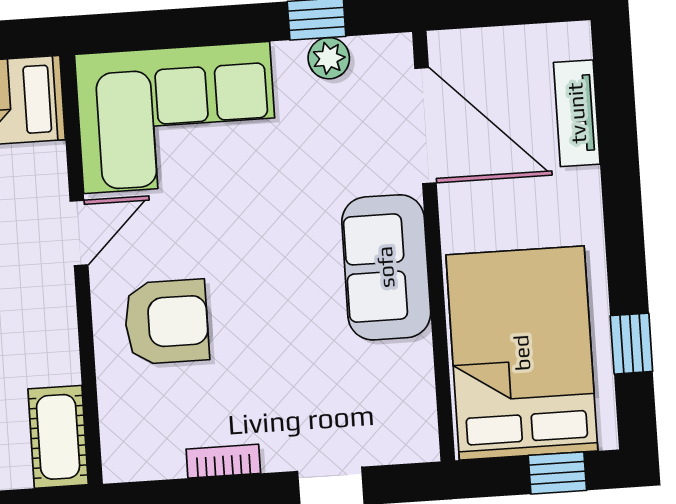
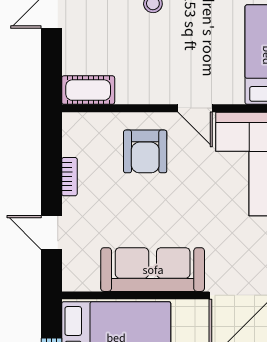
sofa: (386, 267) -> (153, 270), width x1.36

